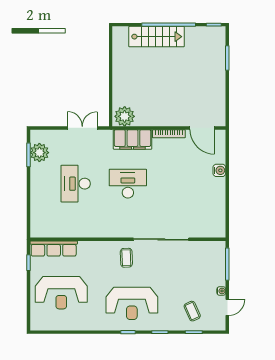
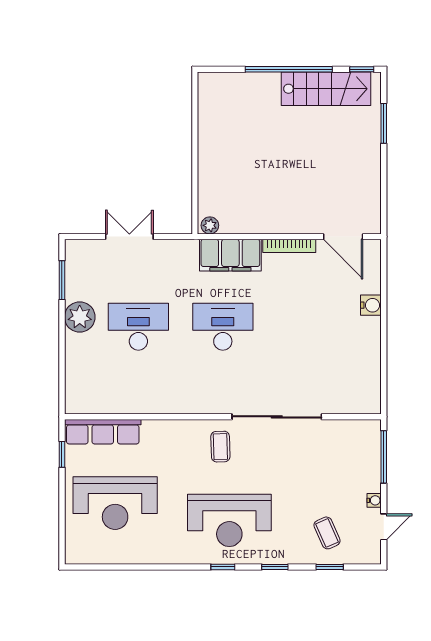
stairs: (156, 37) -> (326, 89), moved
plant: (125, 116) -> (210, 225), width x0.53, depth x0.53
double door: (82, 128) -> (129, 237), moved
plant: (39, 153) -> (80, 317), moved
desk: (76, 184) -> (138, 327), turned 90

